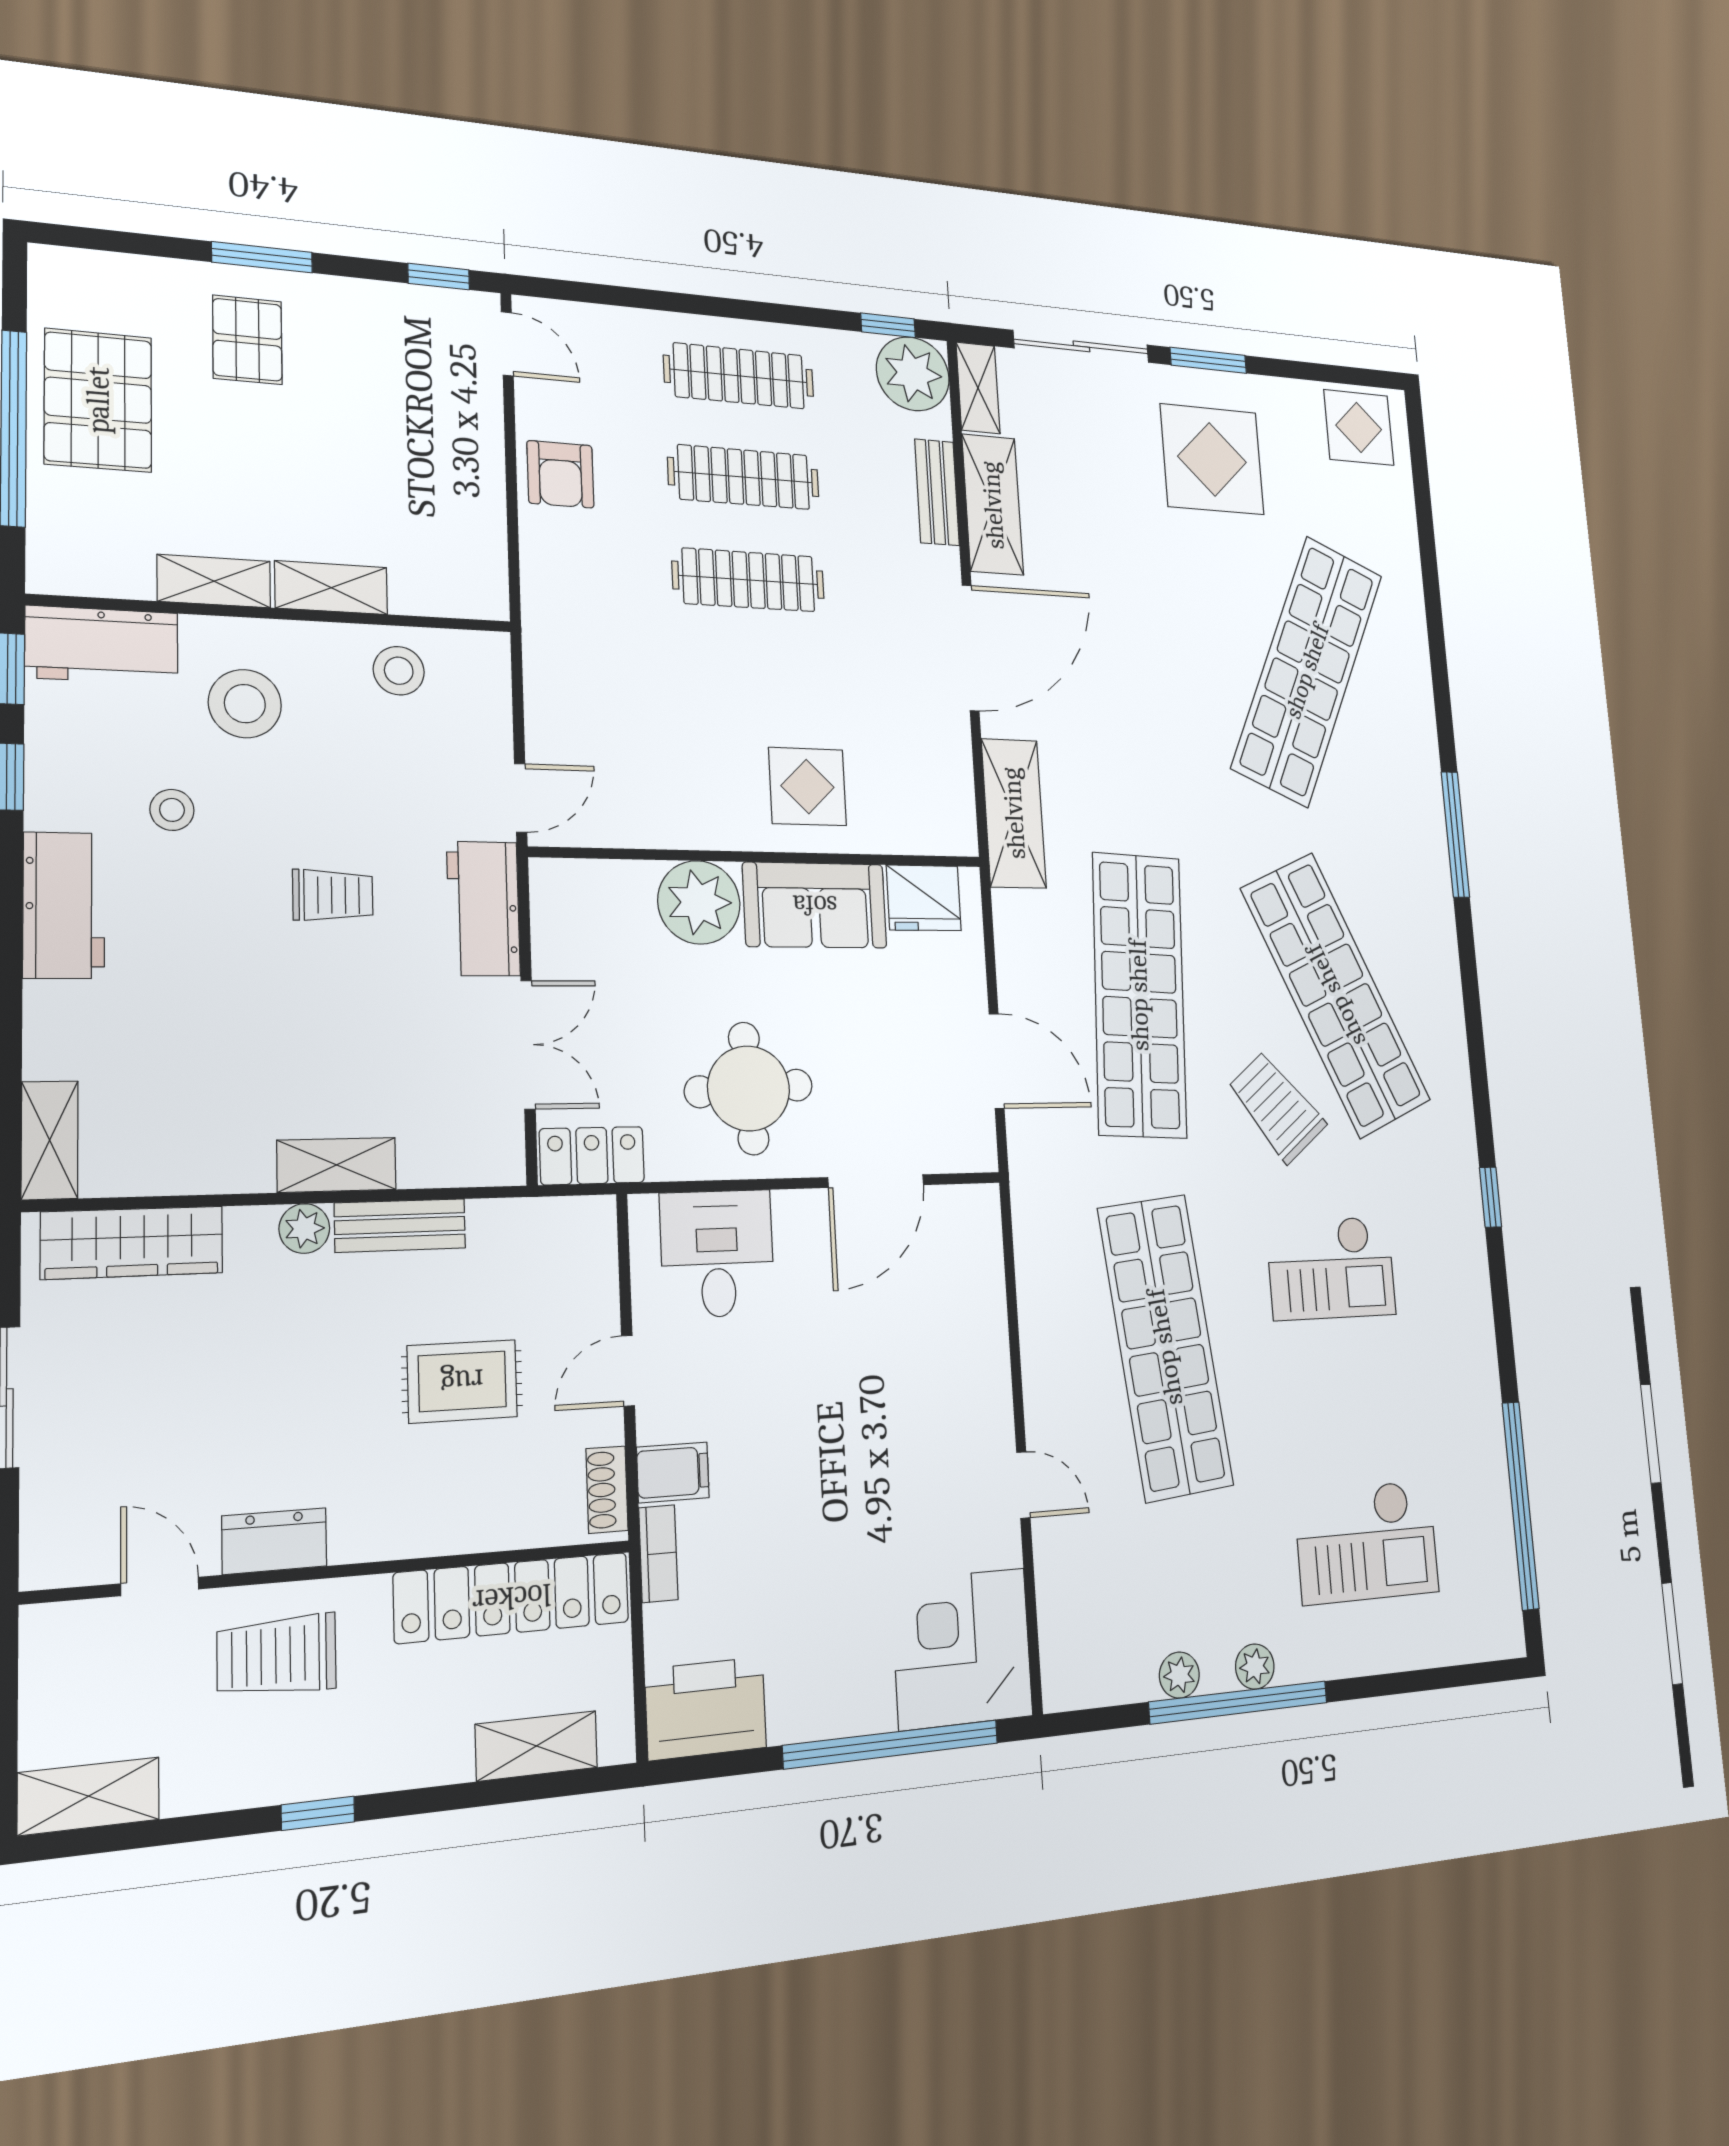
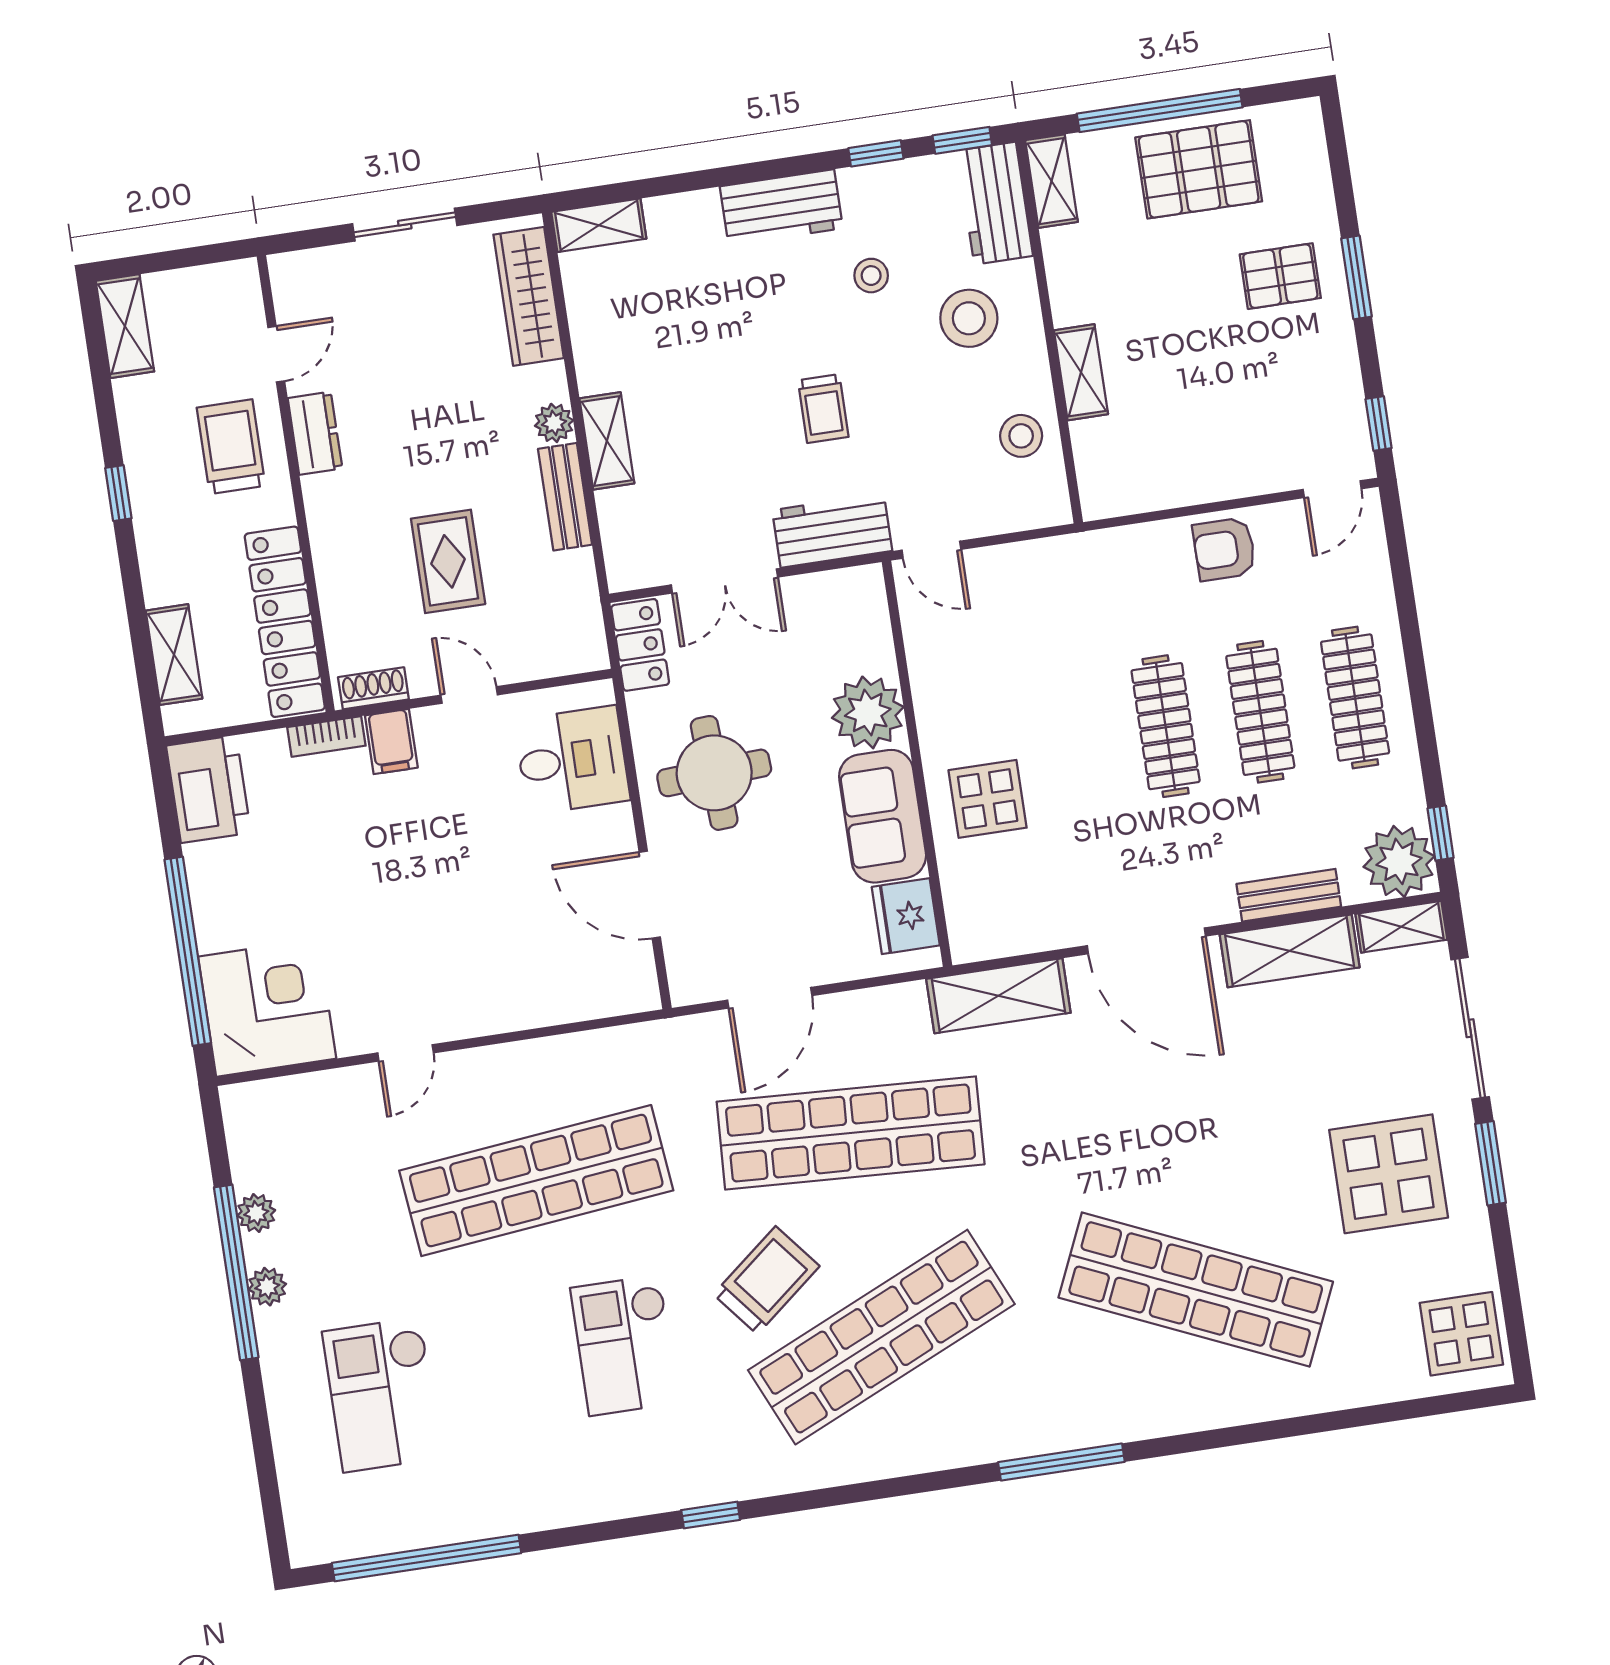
shelving: (214, 581) -> (1051, 181), moved

